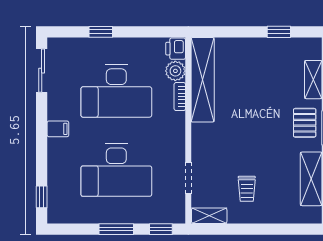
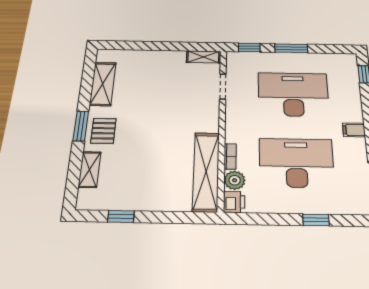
trolley: (247, 189) -> (166, 77), removed

